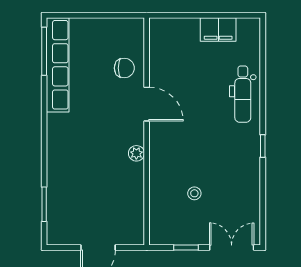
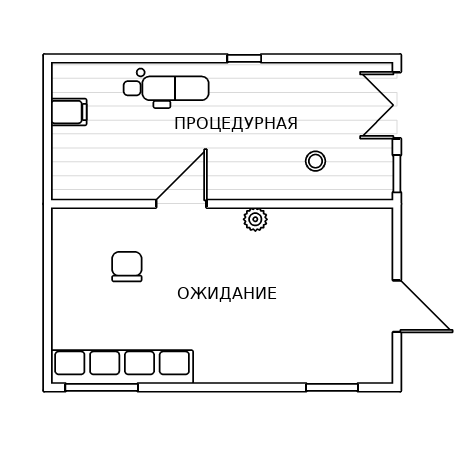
filing cabinet: (218, 29) -> (69, 112), width x0.50
door: (147, 104) -> (181, 204), moved
wall: (147, 131) -> (222, 204), moved
plant: (136, 153) -> (255, 219), moved

